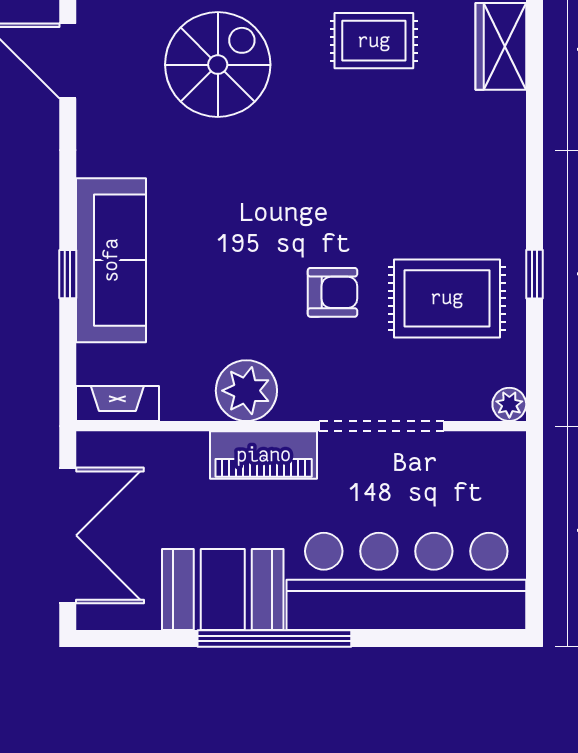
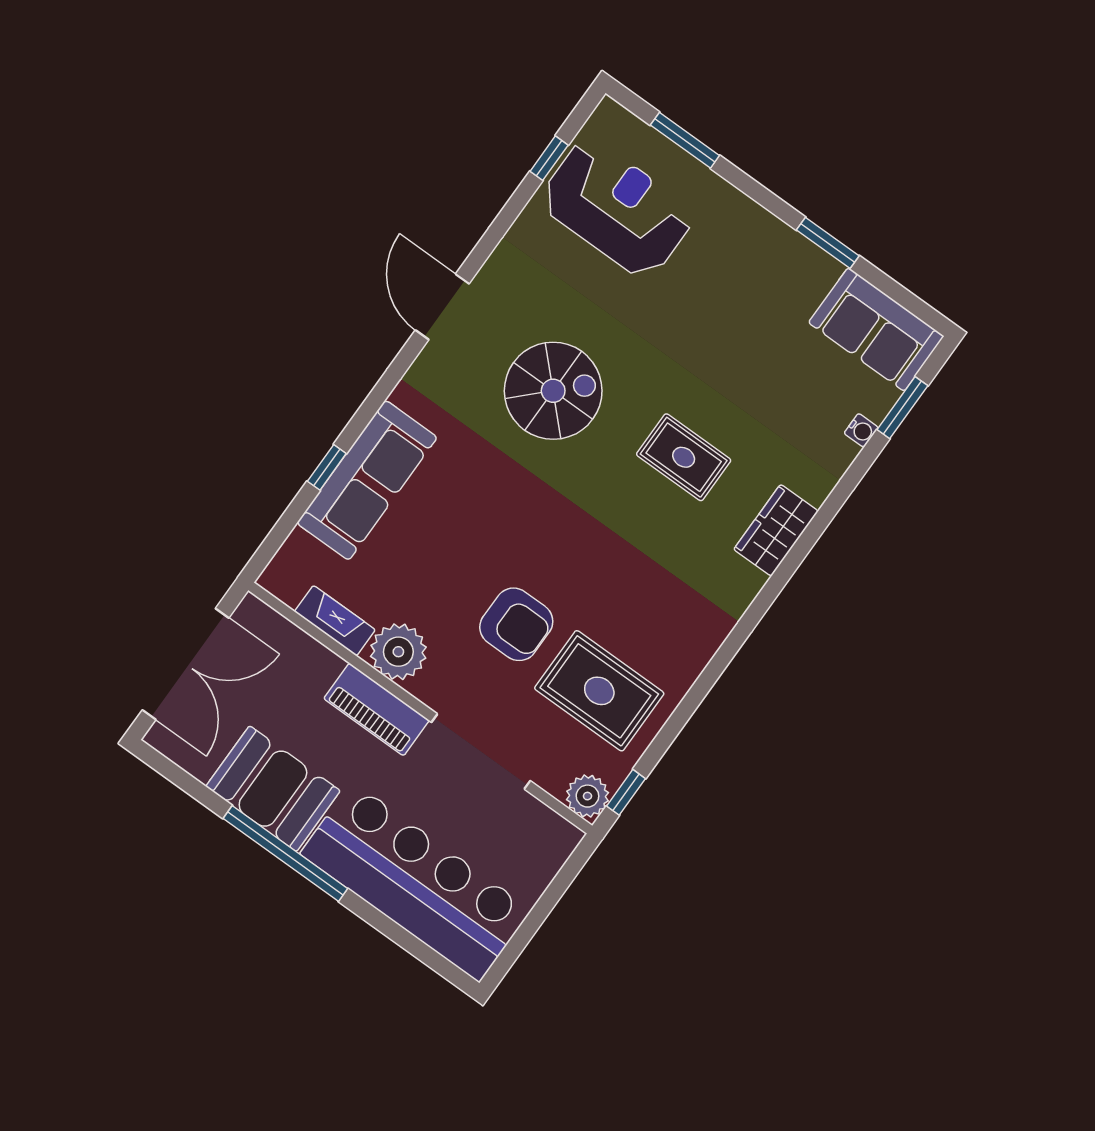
window: (534, 274) -> (626, 792), moved
armchair: (332, 292) -> (516, 624), width x1.38, depth x1.38
fireplace: (117, 403) -> (335, 621), moved
plant: (509, 404) -> (587, 796), width x1.38, depth x1.38

